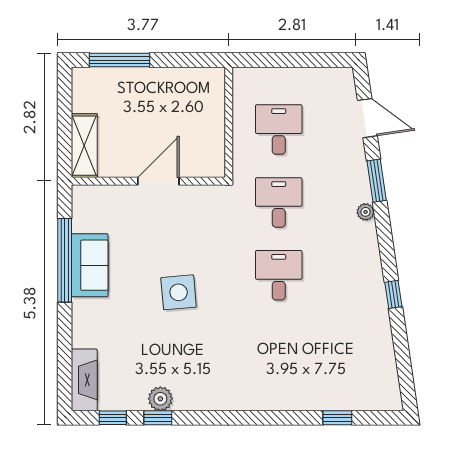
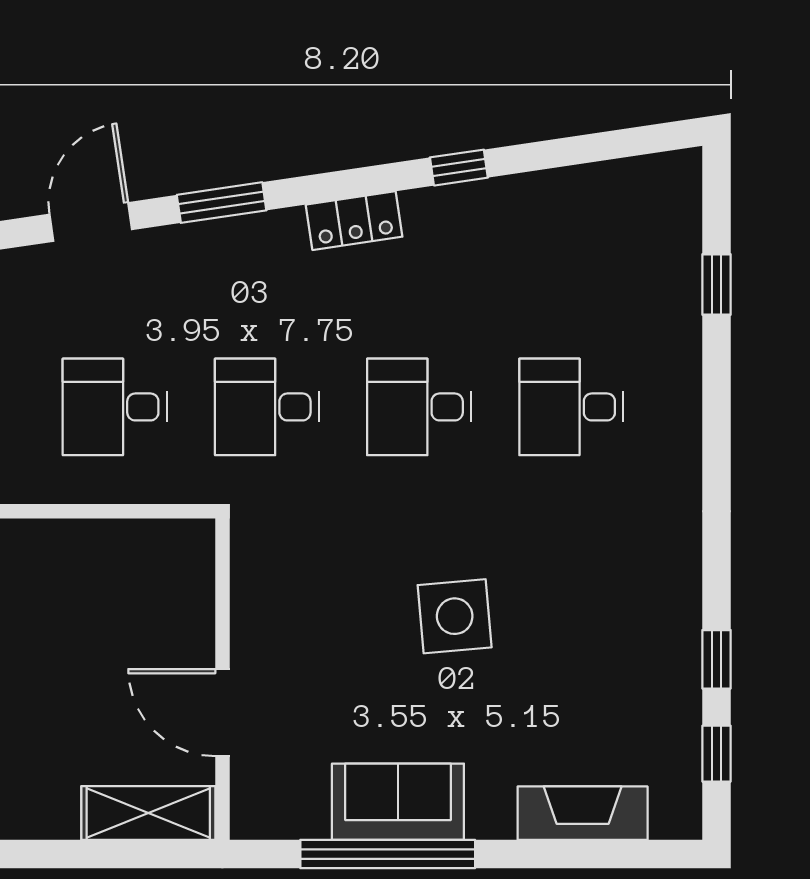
door: (158, 181) -> (222, 713), moved
plant: (366, 212) -> (287, 226), removed
locker: (368, 244) -> (354, 221), added
desk: (279, 348) -> (571, 407), added
fireplace: (84, 380) -> (583, 813), moved
plant: (160, 399) -> (677, 654), removed

